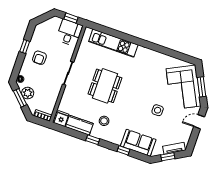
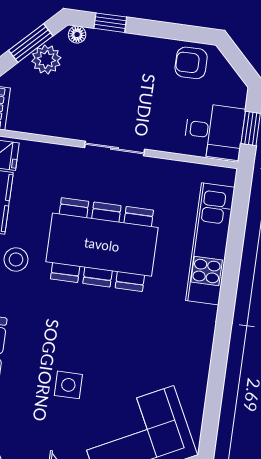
window: (25, 46) -> (110, 23), moved
armchair: (39, 58) -> (191, 63), moved
dining table: (105, 86) -> (102, 245), width x1.36, depth x1.24

